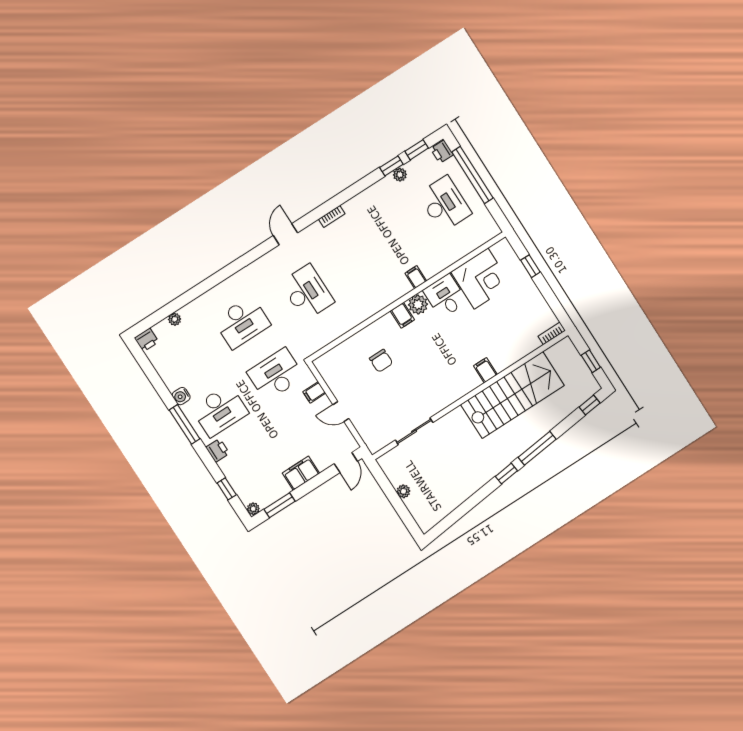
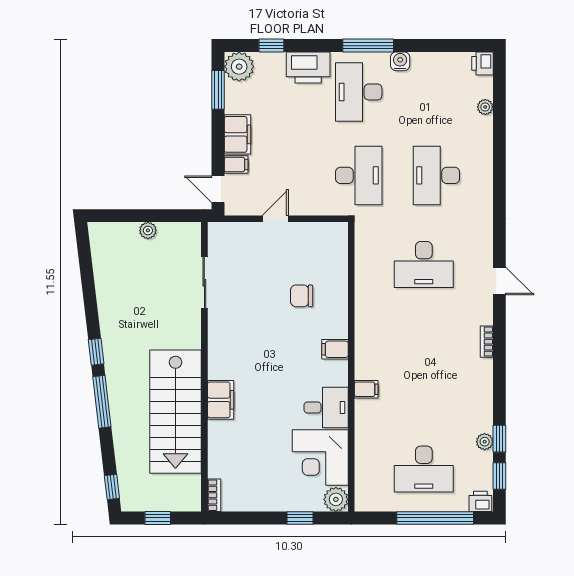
plant: (418, 305) -> (336, 499), moved
filing cabinet: (485, 370) -> (221, 400), width x2.00
filing cabinet: (314, 392) -> (236, 165), moved, turned 90
printer: (218, 450) -> (308, 67), width x1.87, depth x1.48
plant: (253, 509) -> (239, 67), width x1.87, depth x1.87

